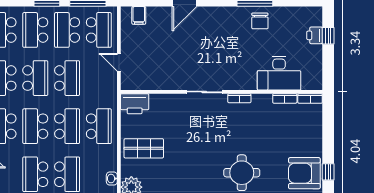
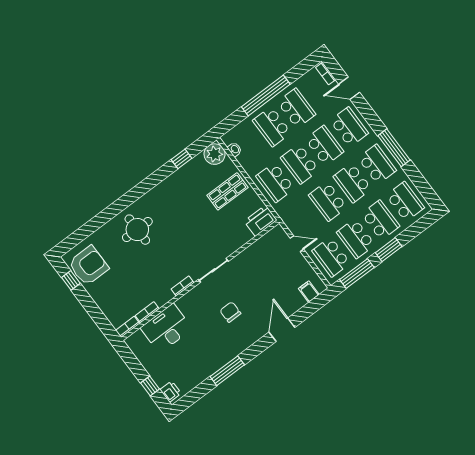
chair: (260, 21) -> (230, 312), moved
school desk: (67, 30) -> (356, 239), turned 180
printer: (315, 35) -> (171, 391), moved

